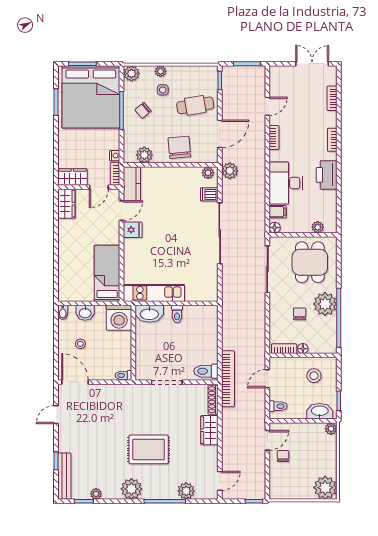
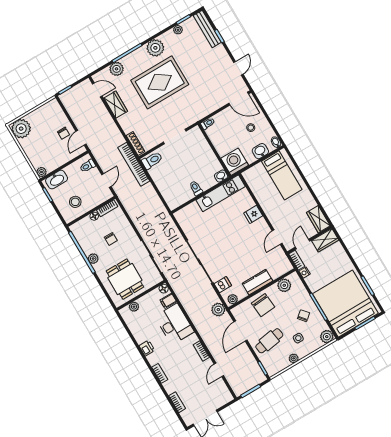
plant: (161, 71) -> (294, 358), moved
printer: (327, 175) -> (147, 348), width x0.53, depth x0.68
kitchen counter: (132, 184) -> (257, 282), moved, turned 90
fridge: (133, 230) -> (253, 214), moved
bed: (107, 273) -> (282, 175), moved
plant: (325, 304) -> (93, 259), width x0.53, depth x0.53
washbasin: (149, 314) -> (221, 176), width x0.52, depth x0.69
wardrobe: (209, 430) -> (116, 105), moved
rug: (149, 449) -> (160, 82), width x1.37, depth x1.44
door: (220, 481) -> (97, 90), swing flipped

